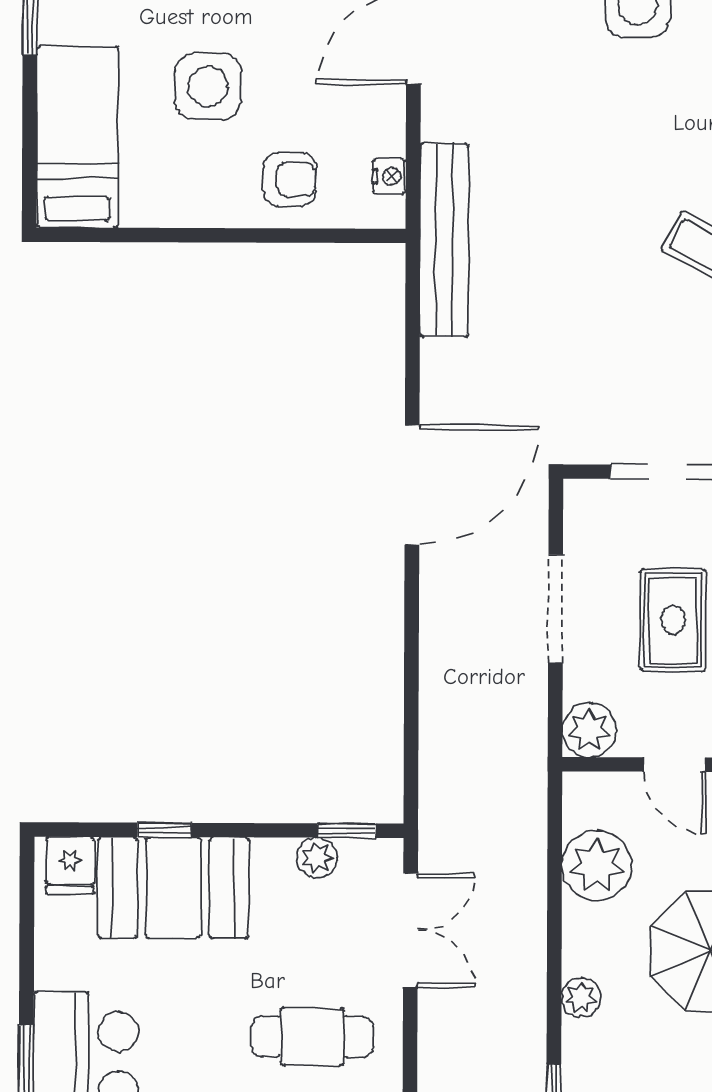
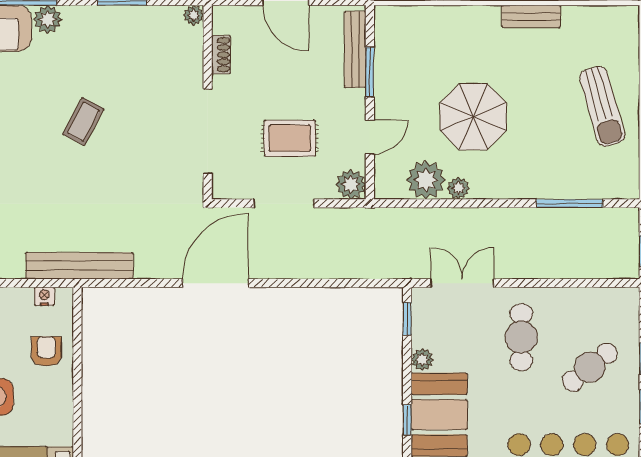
door: (412, 485) -> (215, 283), hinge flipped
plant: (317, 858) -> (422, 360), moved
plant: (581, 997) -> (458, 188), moved

